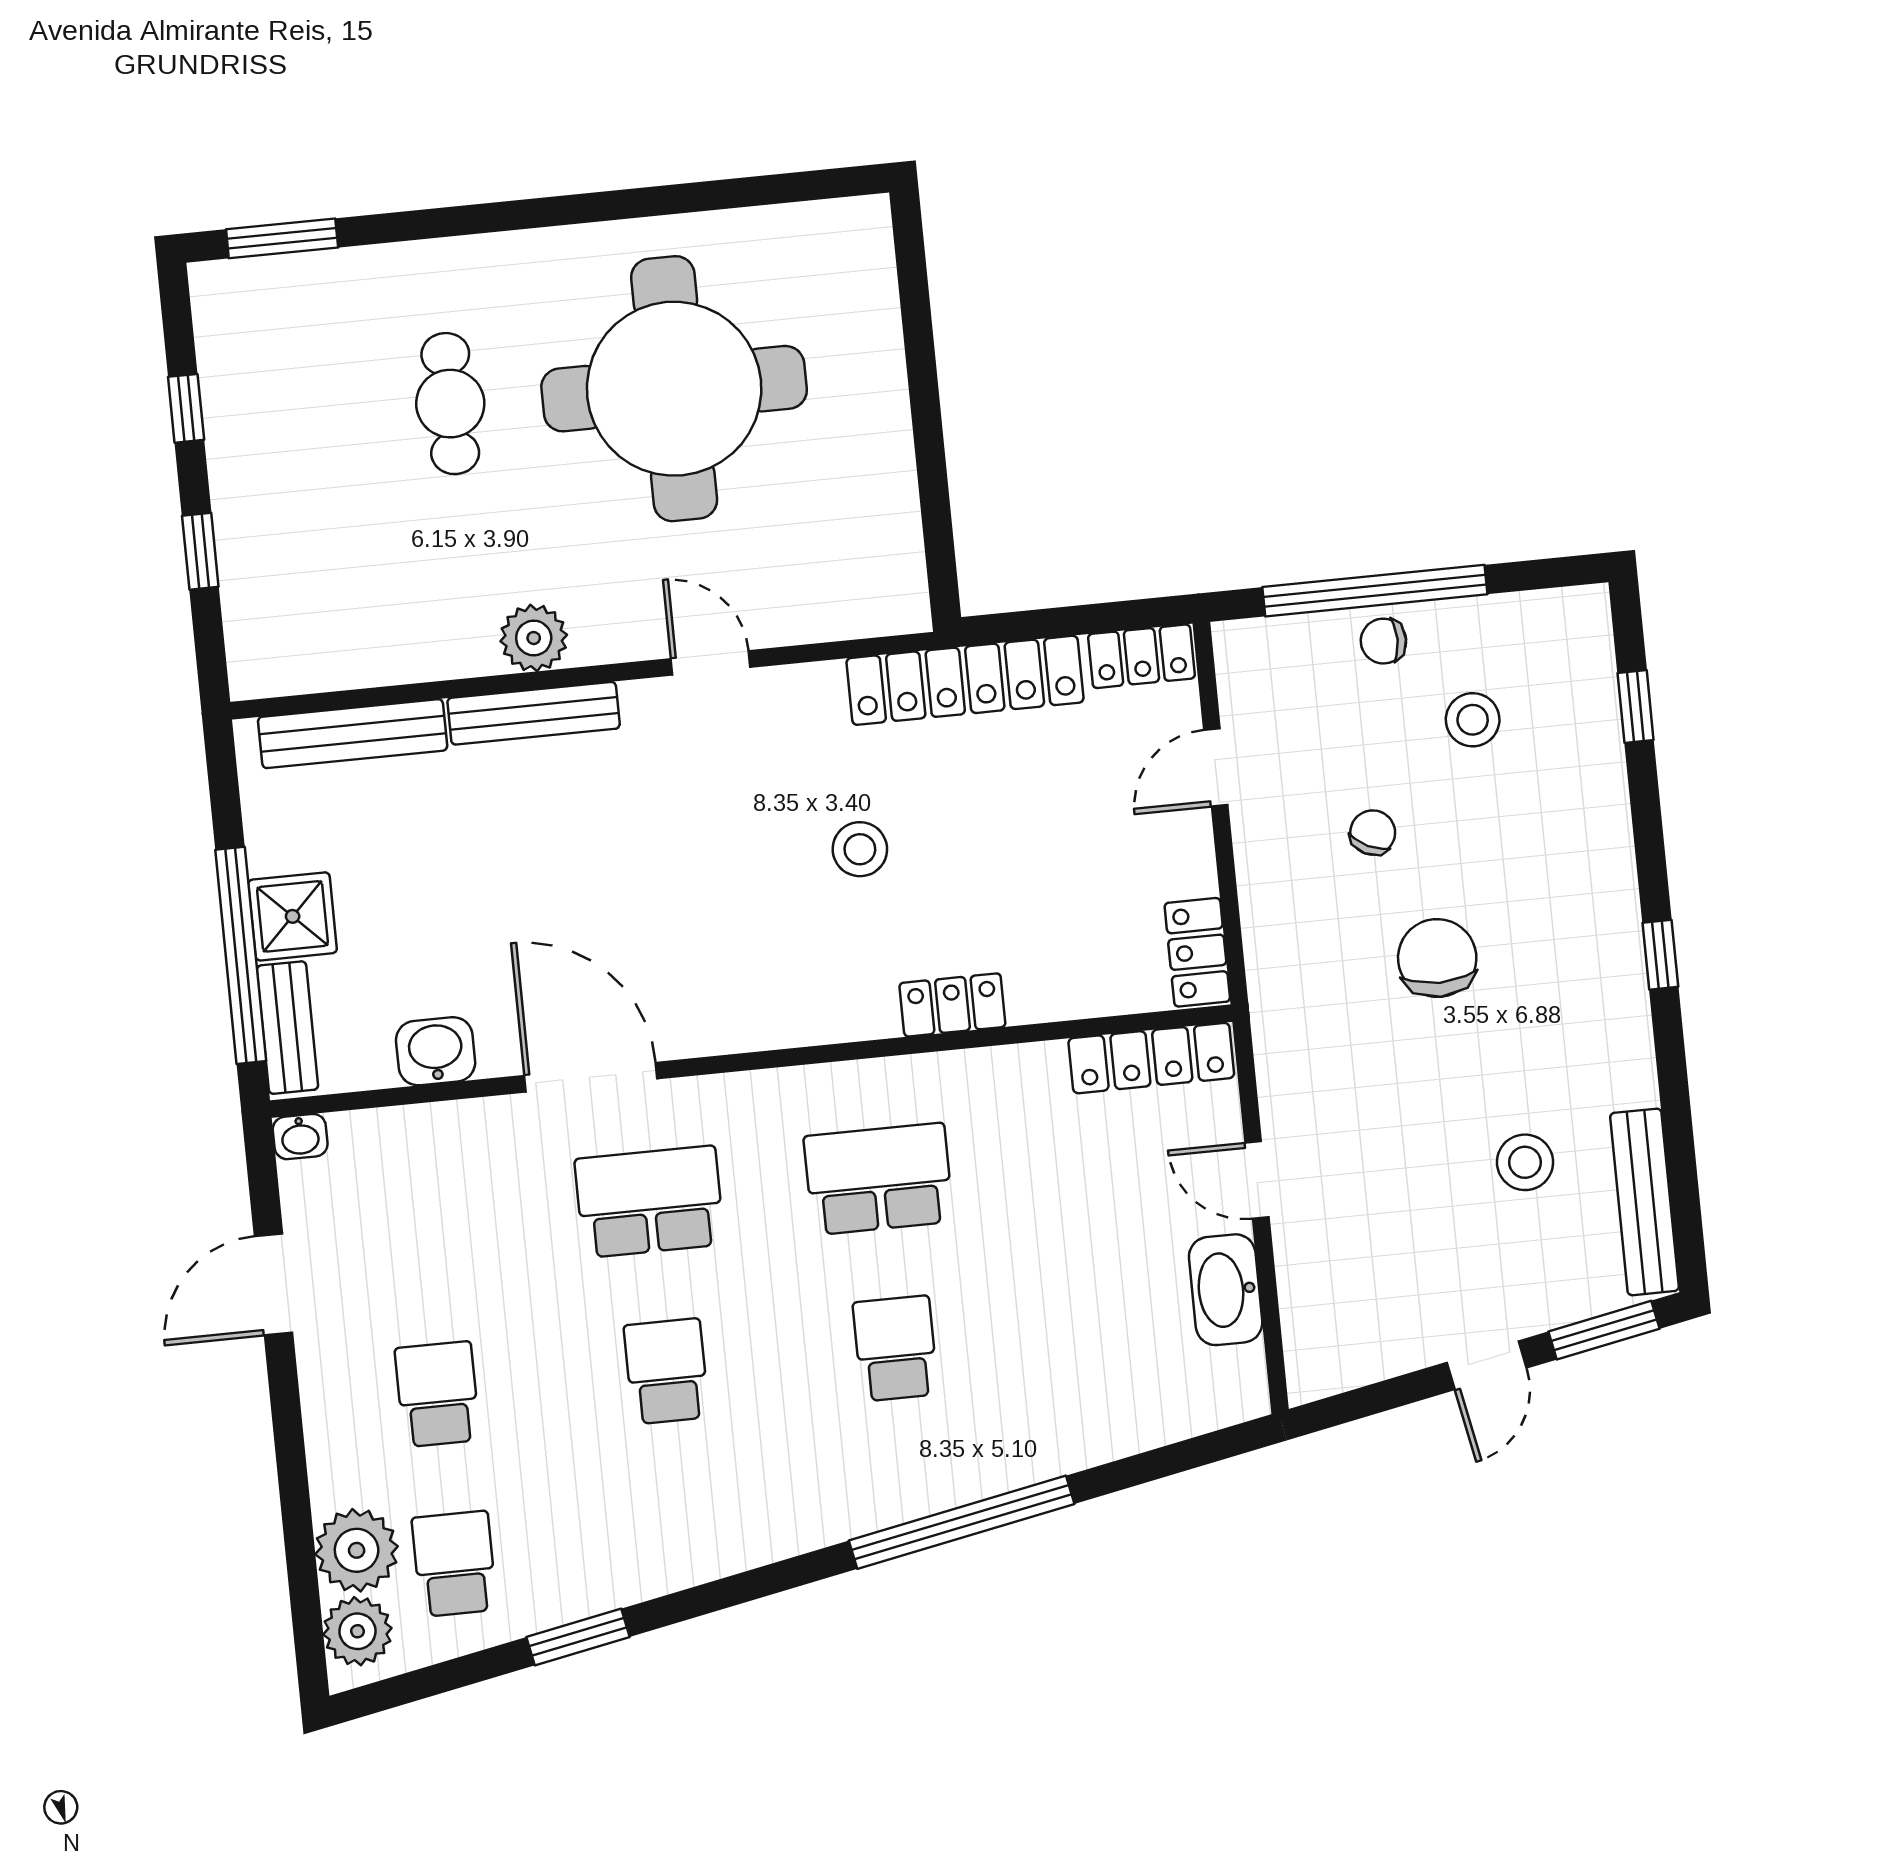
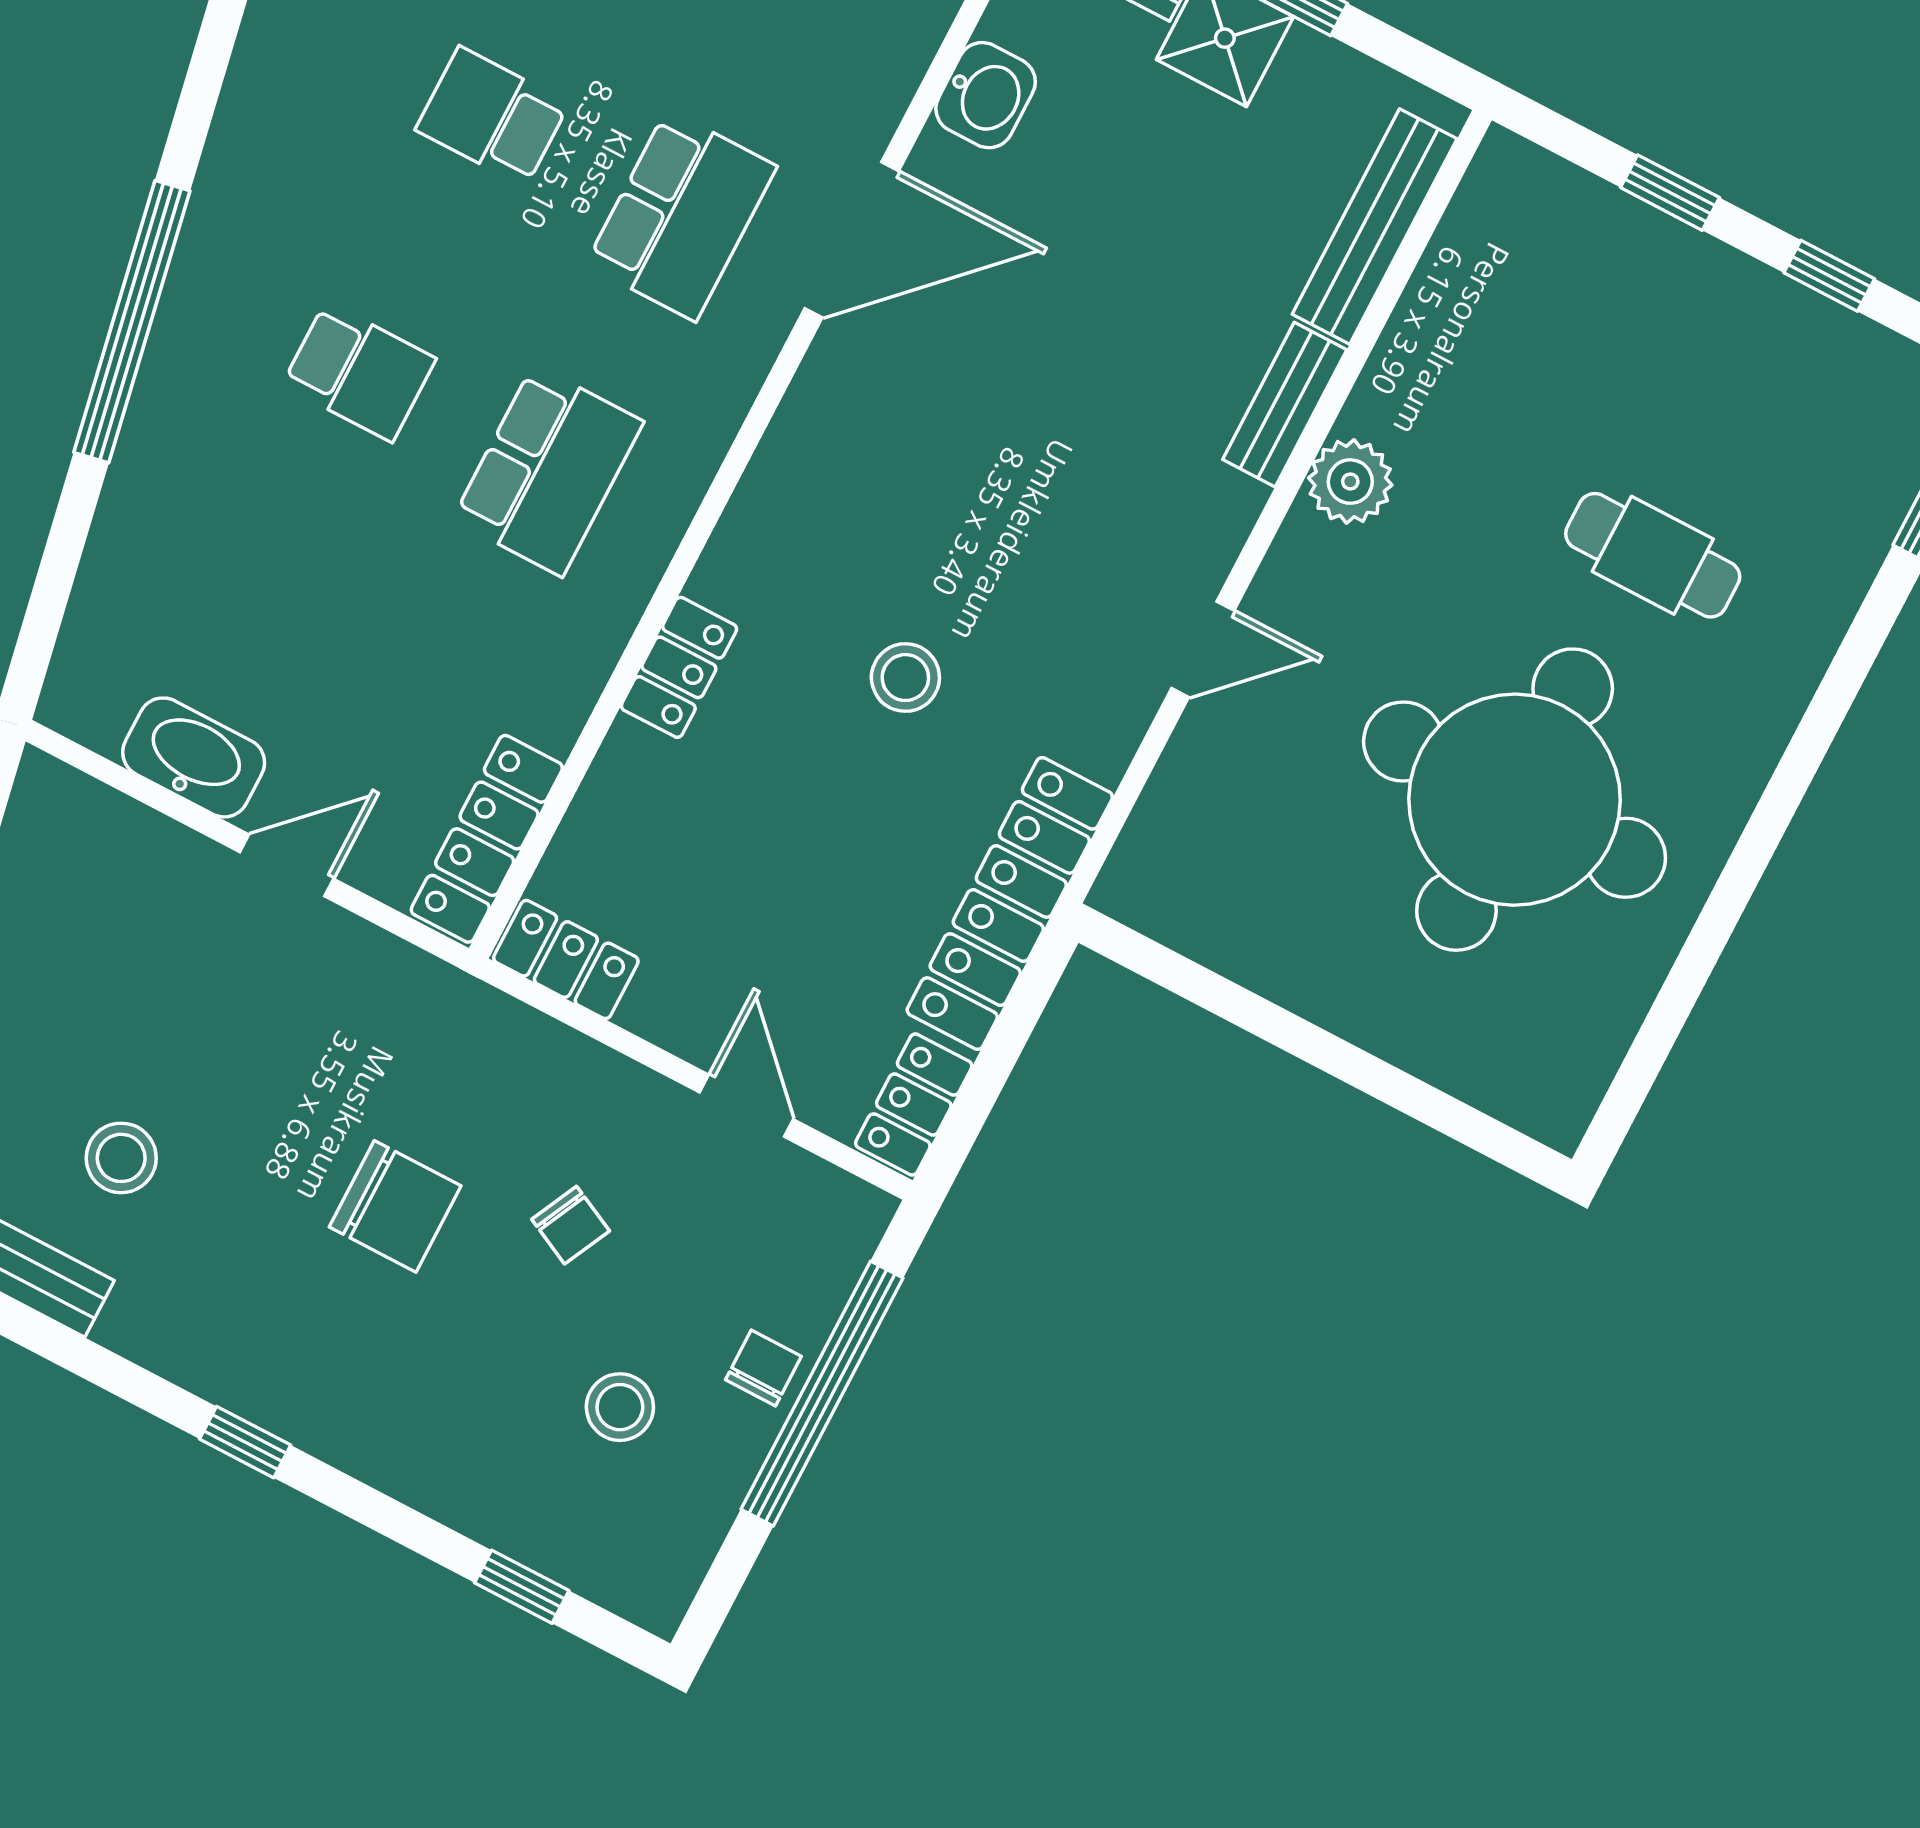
bench: (534, 713) -> (1285, 405), width x0.73
school desk: (666, 1371) -> (492, 117), turned 180

